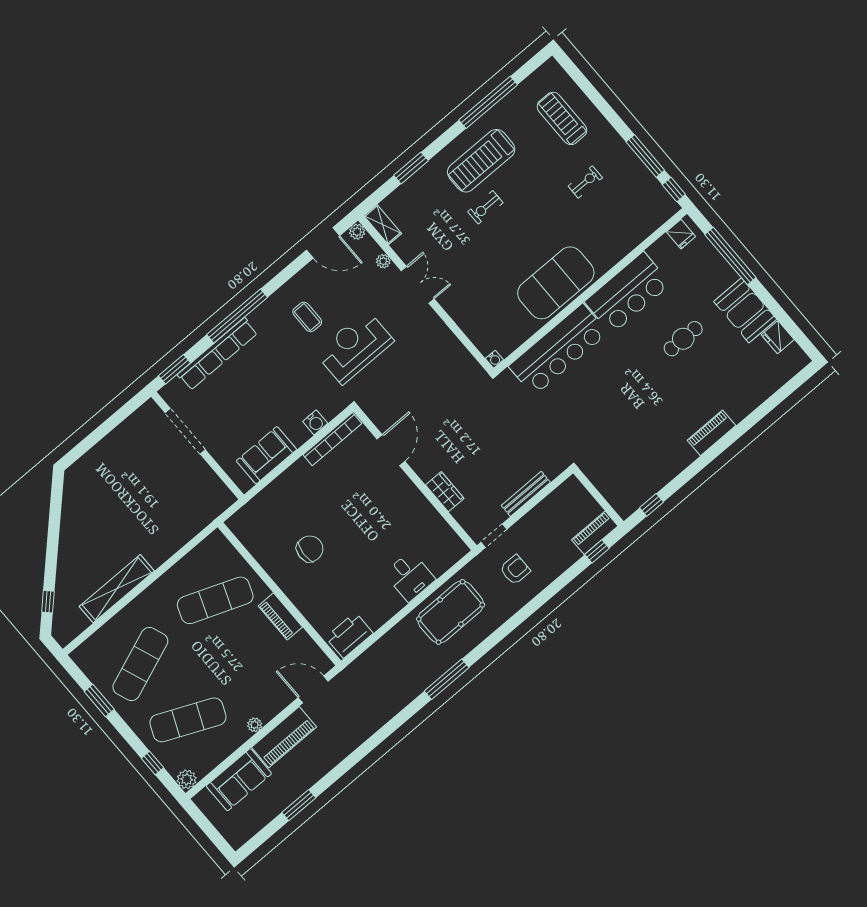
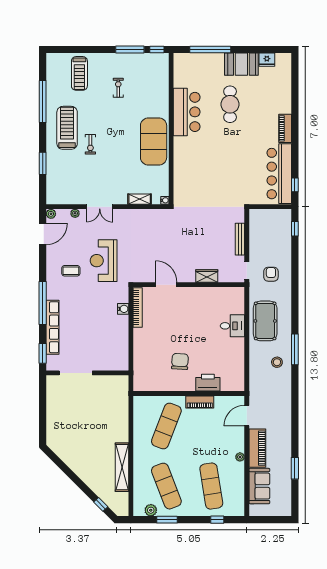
treadmill: (562, 118) -> (79, 73), turned -90
treadmill: (481, 161) -> (67, 128), turned 180
shelving: (383, 225) -> (140, 199), moved
fridge: (681, 234) -> (180, 64), removed
double door: (418, 285) -> (100, 207), swing flipped
cafe table: (683, 339) -> (230, 104), width x1.37, depth x1.35
bar counter: (558, 350) -> (279, 174), moved, turned 180
sofa: (267, 455) -> (119, 345), removed
piano: (595, 533) -> (285, 222), removed
printer: (349, 635) -> (208, 383), moved, turned 90
stool: (412, 670) -> (277, 362), added
exercise mat: (188, 720) -> (211, 486), turned -33
plant: (187, 779) -> (151, 510), moved

